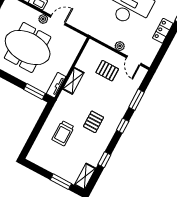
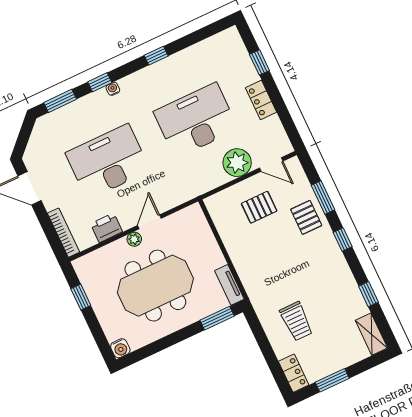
plant: (120, 46) -> (237, 163), width x1.88, depth x1.88
shelving: (73, 81) -> (240, 259), removed
pallet: (94, 122) -> (306, 217), moved
locker: (35, 152) -> (294, 373), added
window: (61, 182) -> (332, 380), moved

